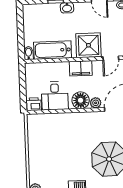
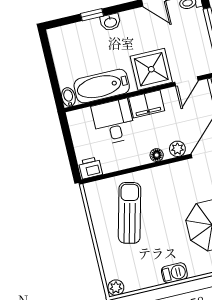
desk: (55, 96) -> (114, 122), moved, turned 180
floor lamp: (81, 100) -> (157, 155), width x0.53, depth x0.53
sun lounger: (55, 140) -> (130, 213), added

